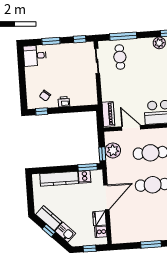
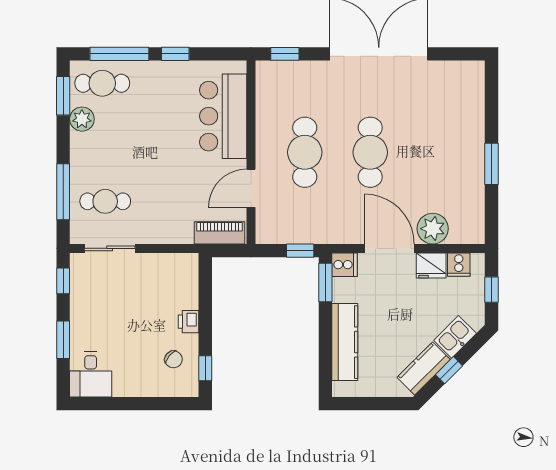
plant: (113, 150) -> (433, 229), moved
cooker: (85, 177) -> (344, 265), moved

